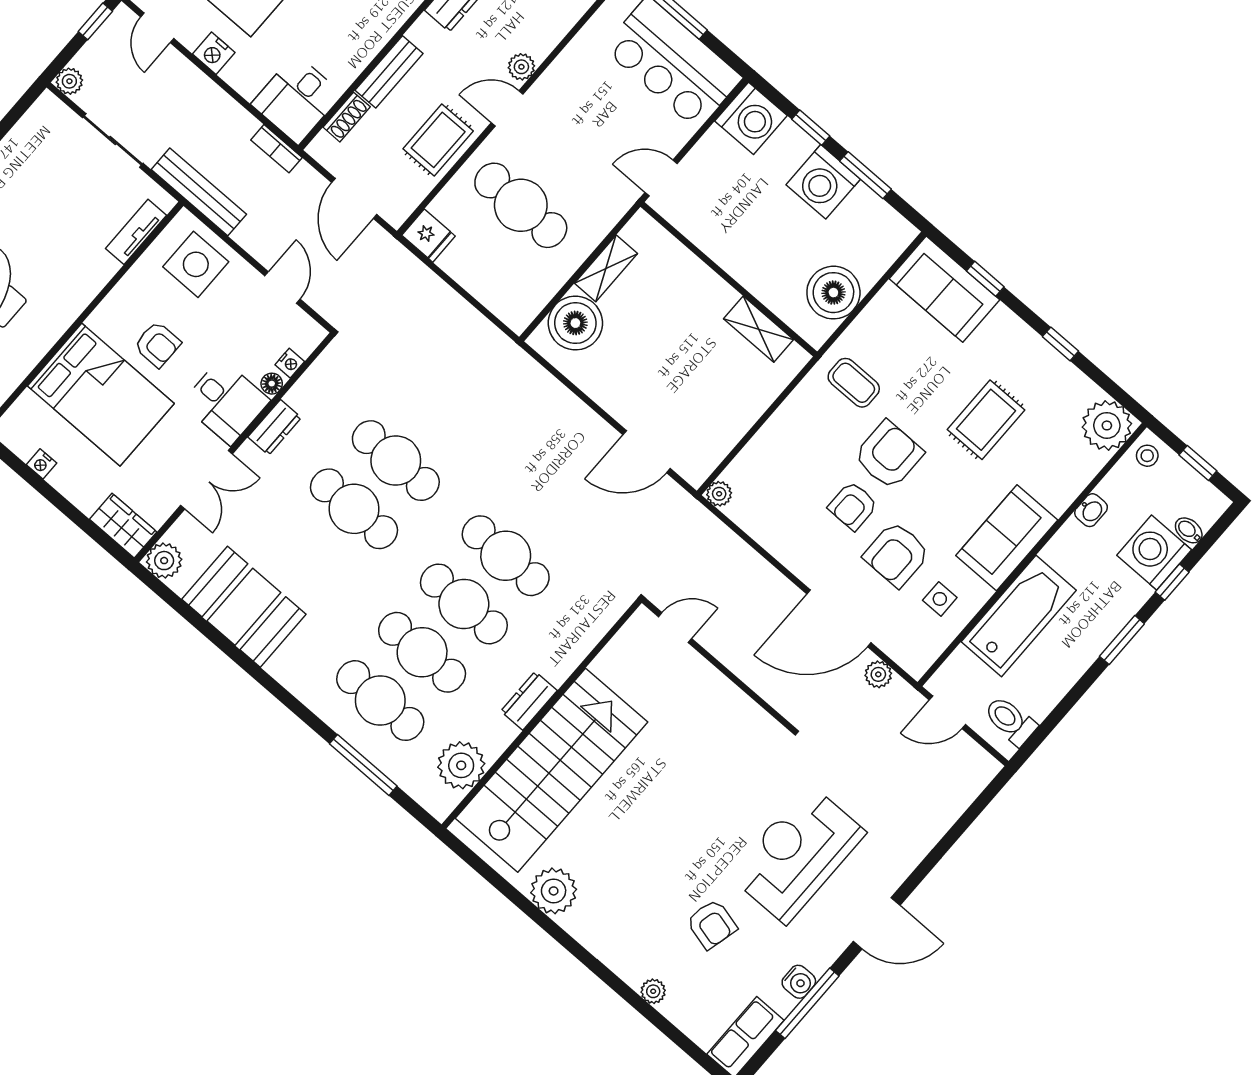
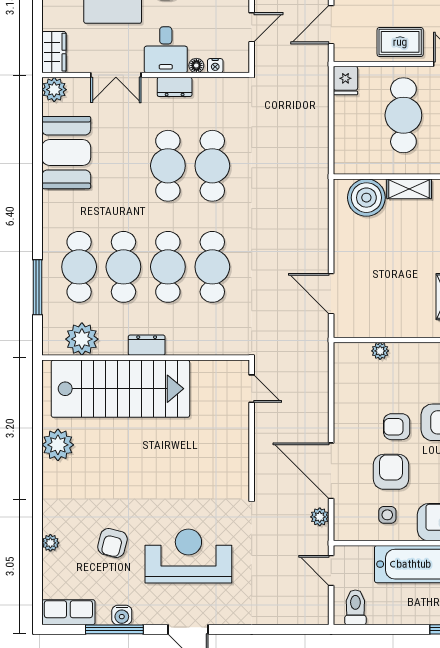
plant: (719, 494) -> (380, 351), moved
armchair: (896, 554) -> (391, 472), turned 90

